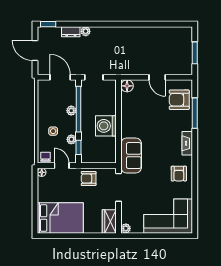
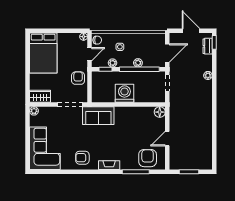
dresser: (71, 32) -> (208, 46), moved
door: (35, 50) -> (191, 31), hinge flipped

